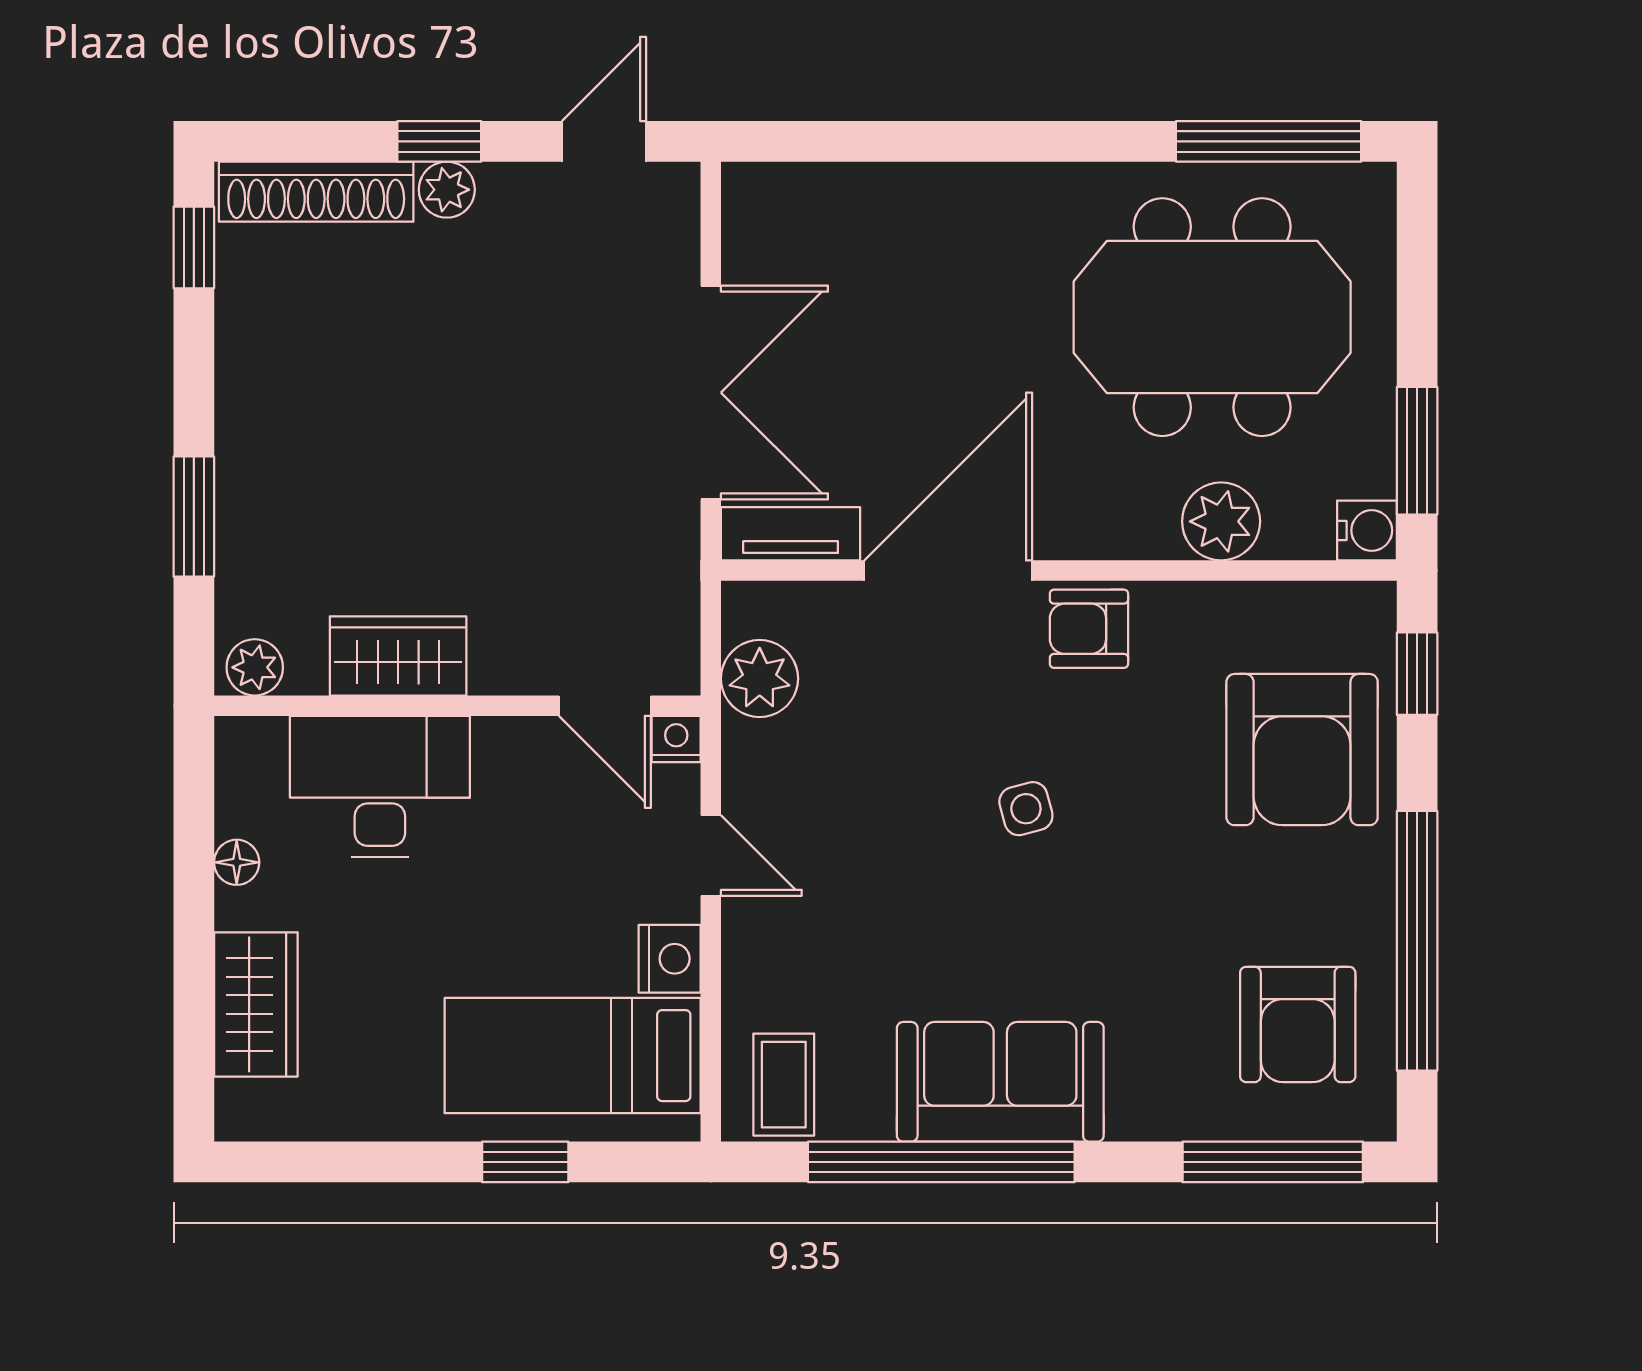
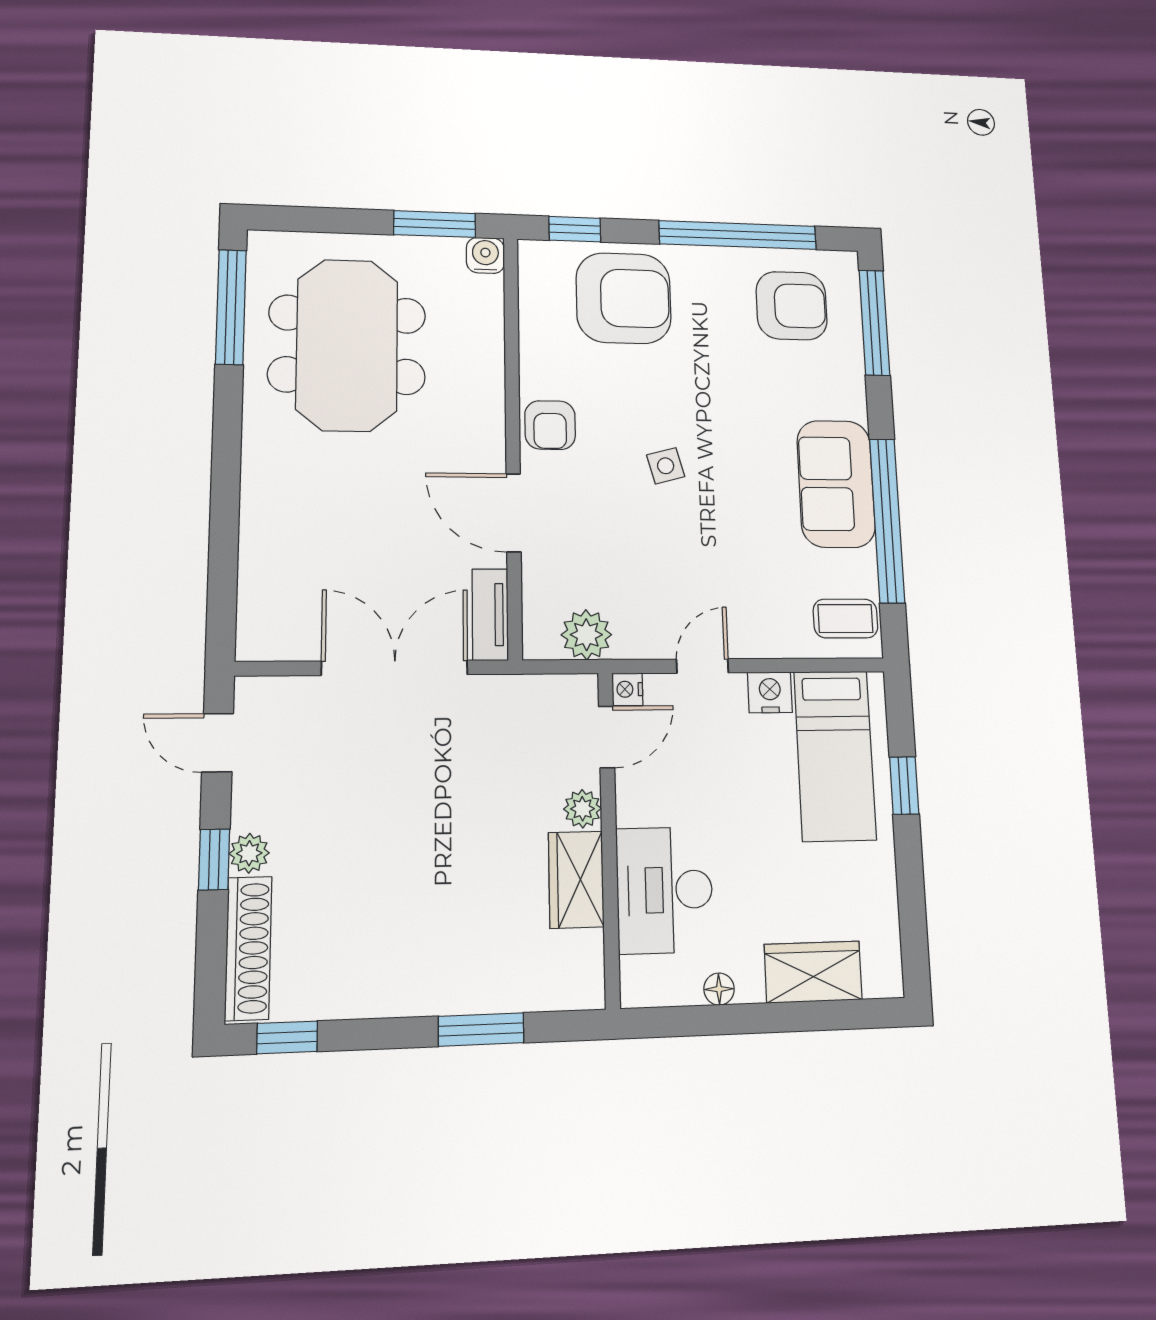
plant: (1221, 521) -> (480, 343), removed
door: (948, 571) -> (514, 513), width x0.73
plant: (255, 667) -> (582, 809), moved

